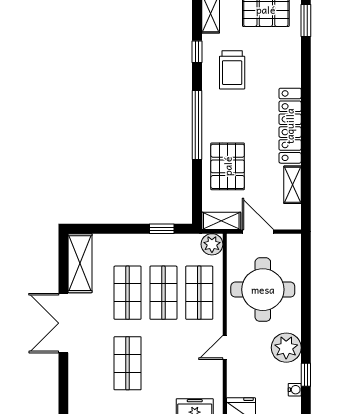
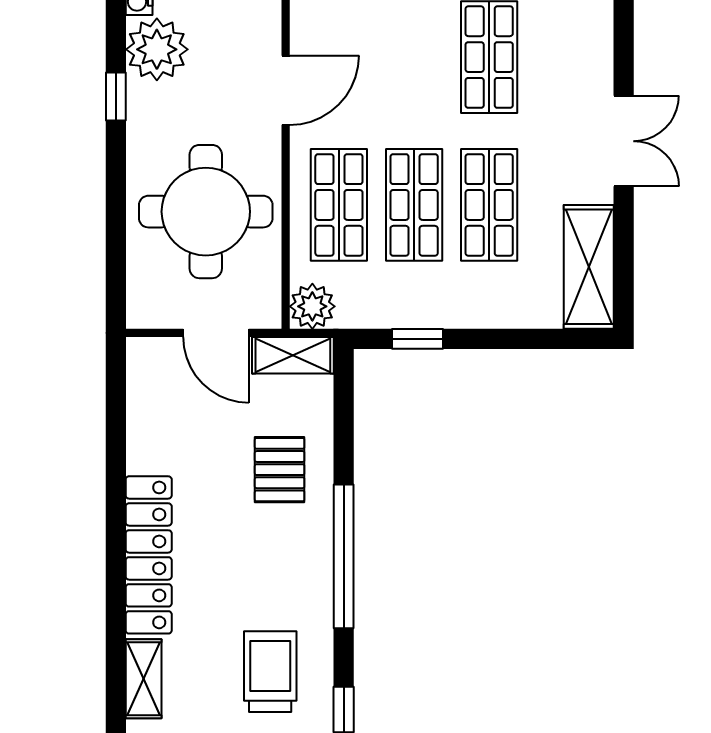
pallet: (228, 166) -> (280, 470), width x0.67, depth x0.71
shelving: (293, 185) -> (144, 679), moved
double door: (63, 323) -> (624, 141), width x0.73
door: (225, 347) -> (286, 90), width x1.38
plant: (286, 348) -> (157, 49), moved
window: (306, 375) -> (116, 97), moved

